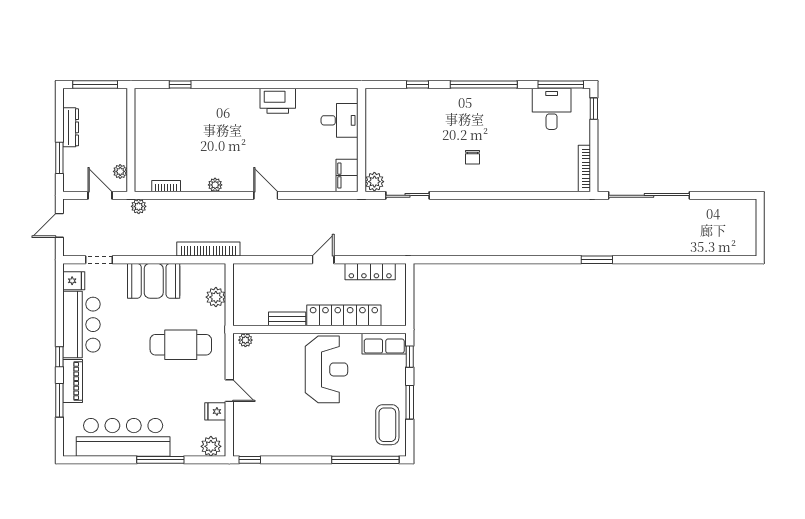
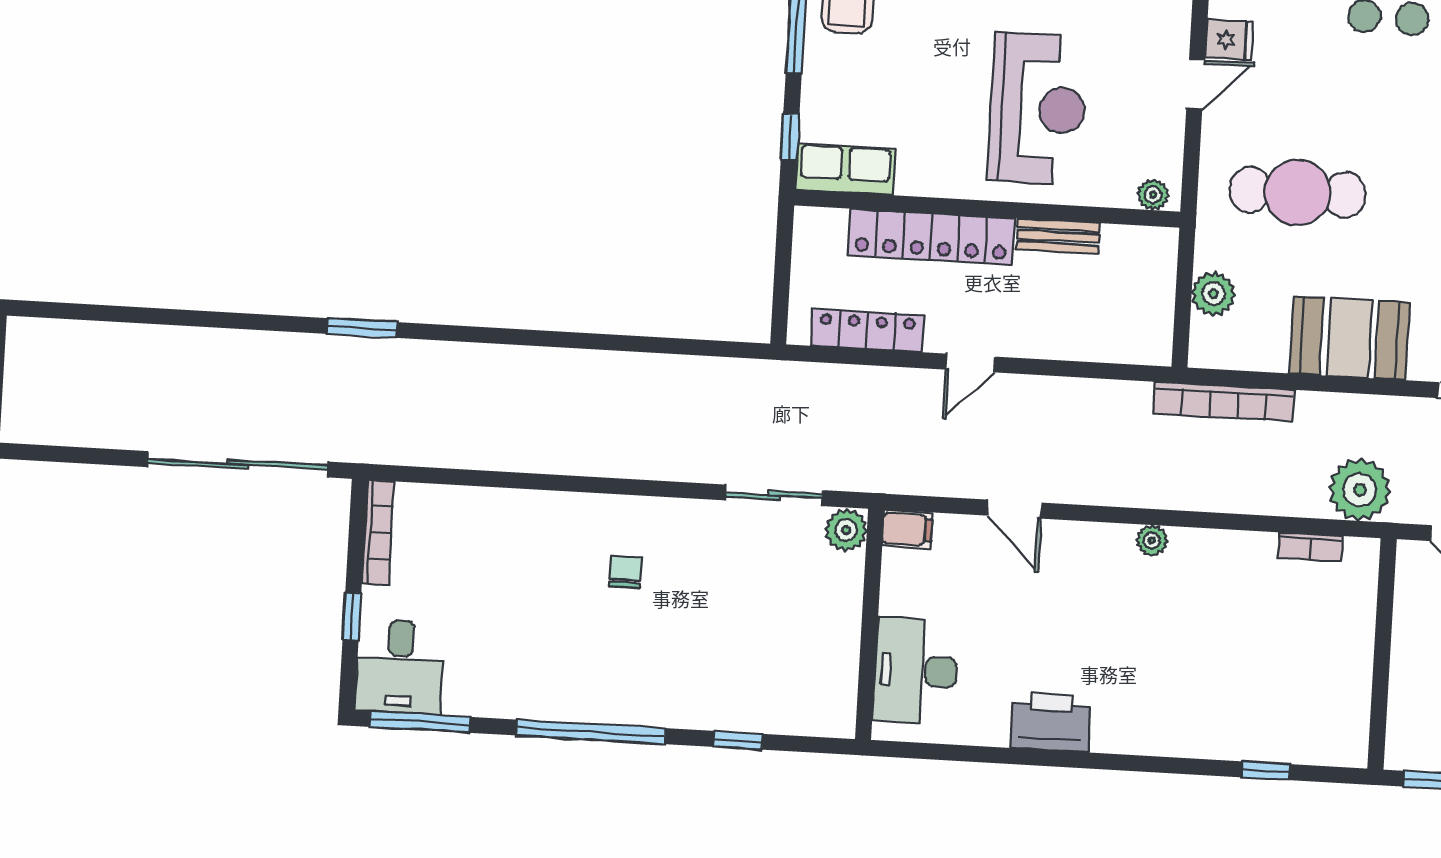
desk: (552, 109) -> (400, 667), moved
window: (594, 109) -> (352, 617), moved
desk: (340, 120) -> (916, 671), width x1.37
plant: (120, 171) -> (1410, 585), removed
filing cabinet: (347, 176) -> (907, 529), width x0.50
plant: (215, 185) -> (1152, 540), moved
door: (266, 195) -> (1015, 509), moved
plant: (139, 206) -> (1360, 490), width x1.88, depth x1.88
reception desk: (326, 369) -> (1038, 109), moved, turned 180
door: (229, 391) -> (1196, 84), swing flipped

